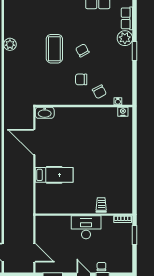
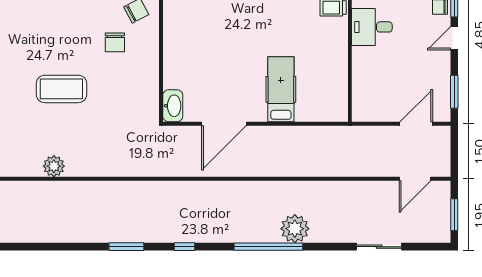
chair: (82, 50) -> (64, 40), removed
desk: (86, 227) -> (372, 27), width x0.73

